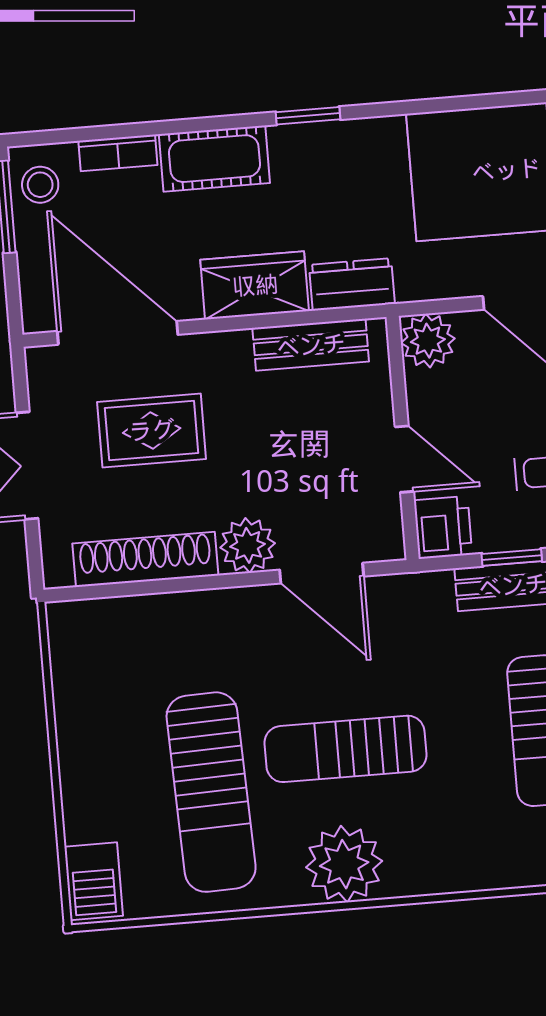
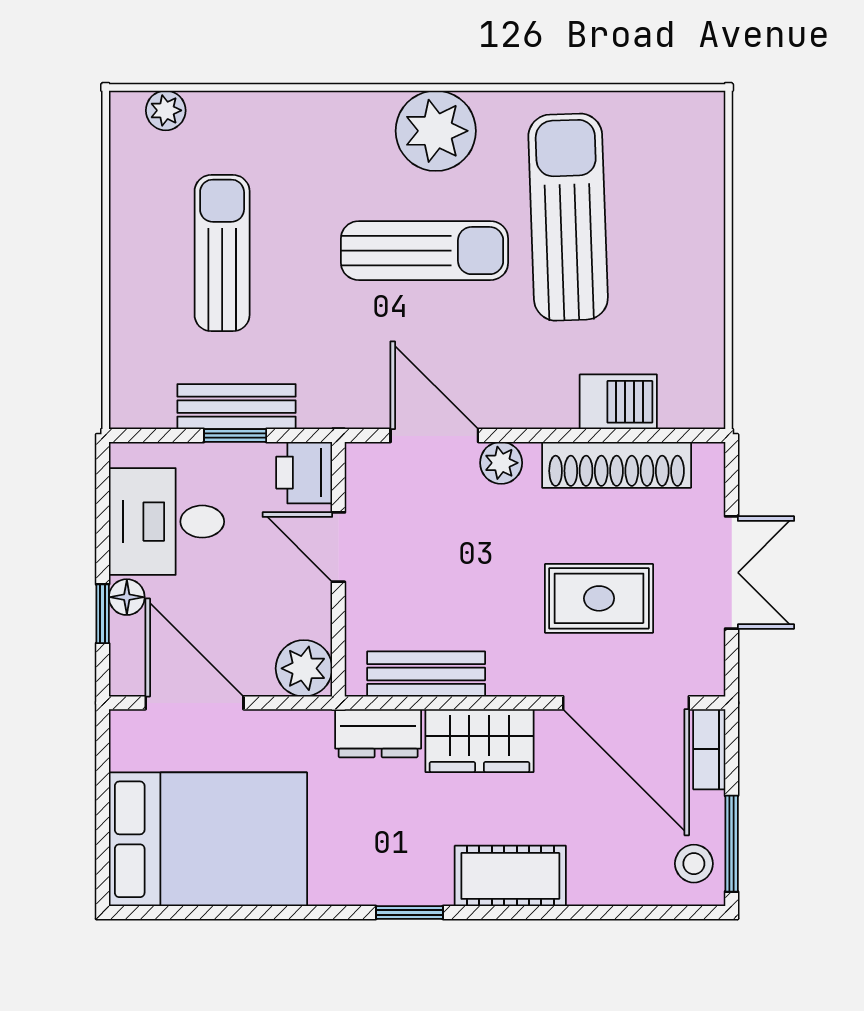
bookcase: (118, 153) -> (709, 749), moved, turned -90
plant: (248, 545) -> (501, 463), width x0.73, depth x0.73
barbecue: (94, 881) -> (618, 402), moved, turned 90

